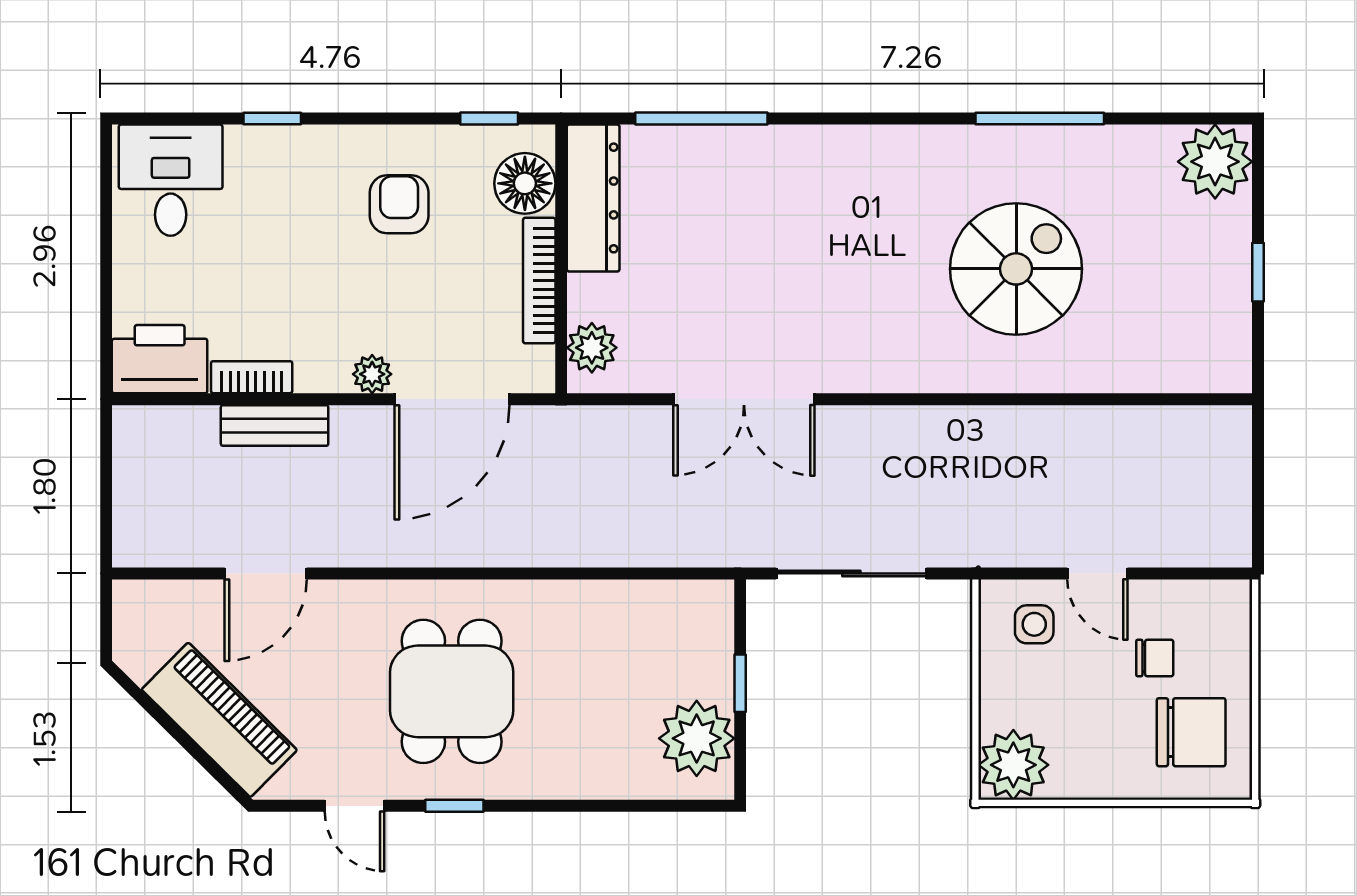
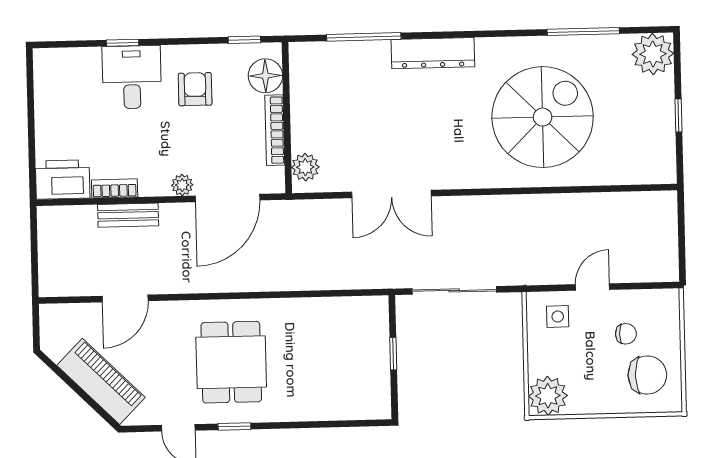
window: (1040, 119) -> (583, 31), moved
desk: (171, 180) -> (132, 77), moved
dresser: (593, 198) -> (433, 53), moved, turned 90
spiral stairs: (1016, 269) -> (543, 117), width x1.37, depth x1.37
door: (1097, 573) -> (592, 287), swing flipped
plant: (697, 738) -> (370, 385), removed

